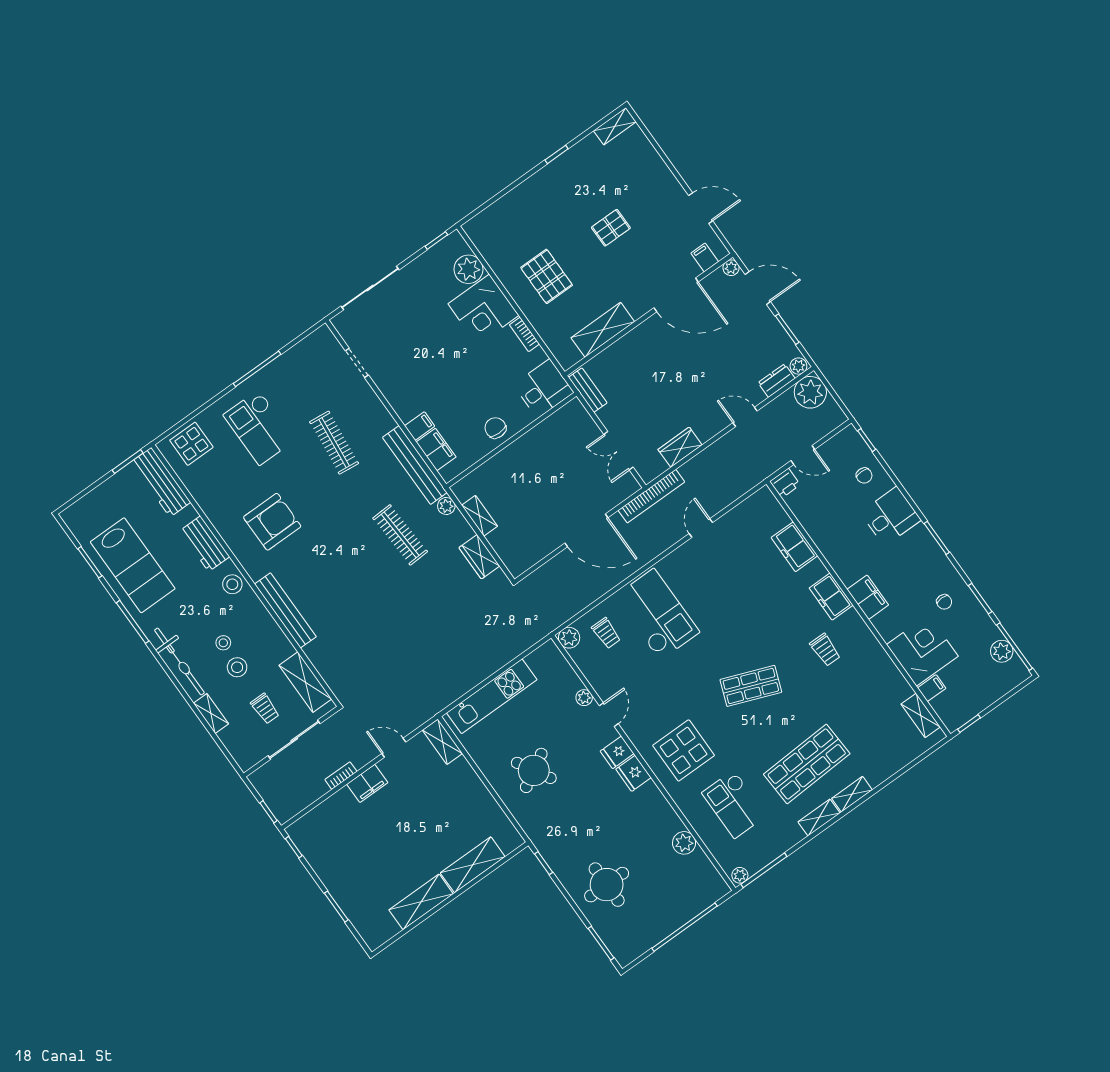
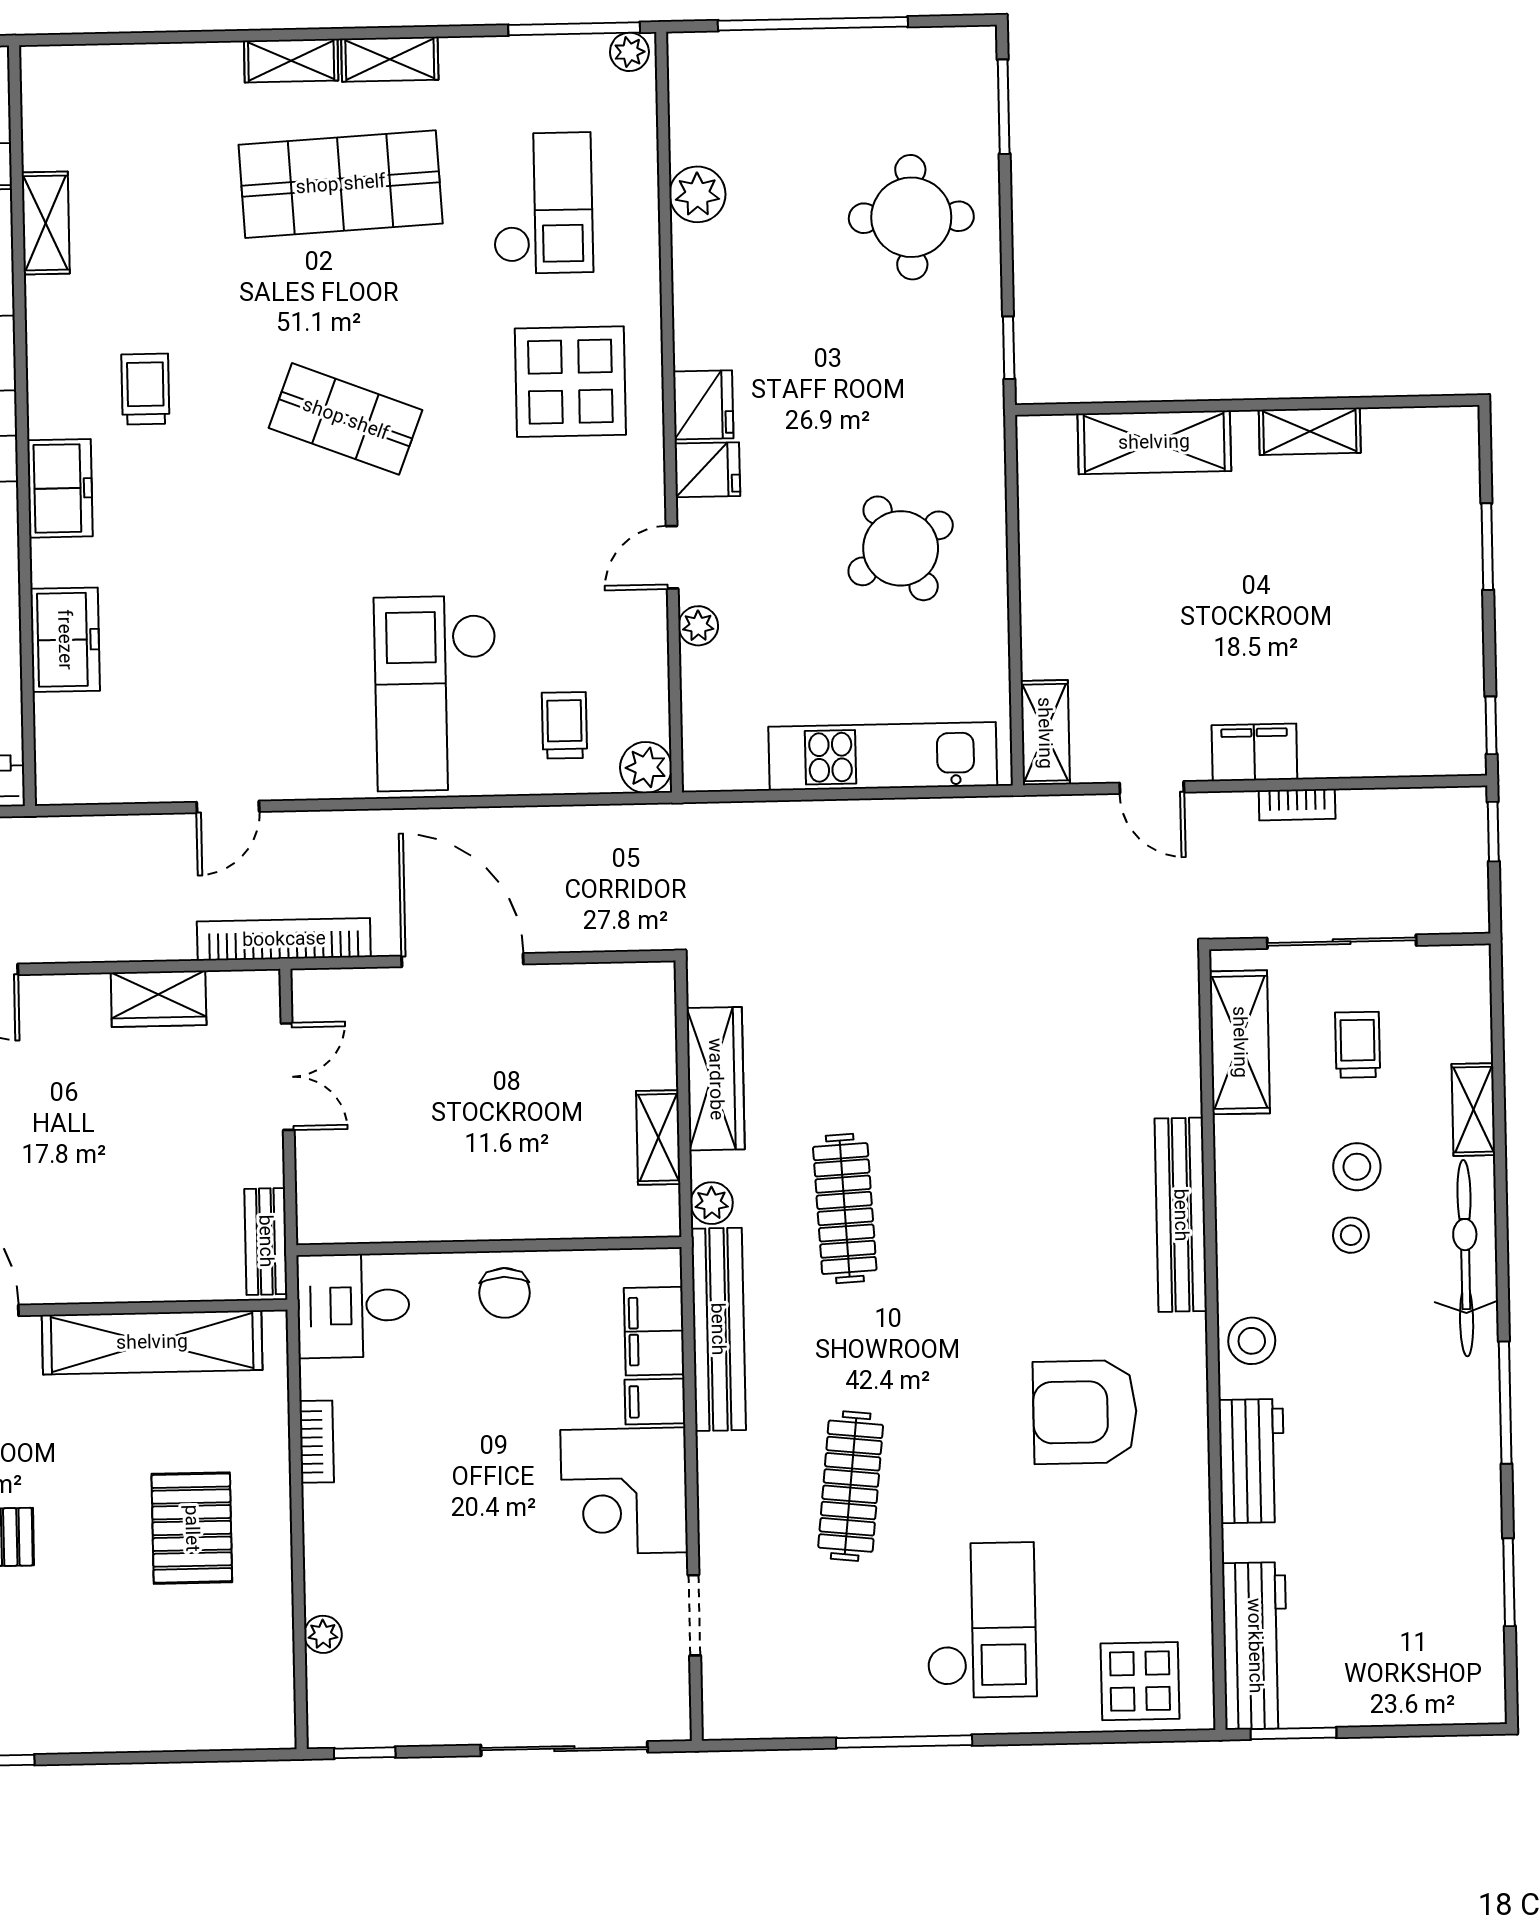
plant: (468, 269) -> (323, 1634), width x0.53, depth x0.53
corner desk: (483, 310) -> (624, 1491), moved, turned 180
shelving: (603, 330) -> (152, 1342), width x1.47
wardrobe: (479, 557) -> (716, 1079), width x1.50
lab bench: (133, 565) -> (1427, 1517), removed
shelving: (921, 715) -> (46, 223), moved
shelving: (421, 902) -> (1310, 431), width x0.67, depth x0.75

